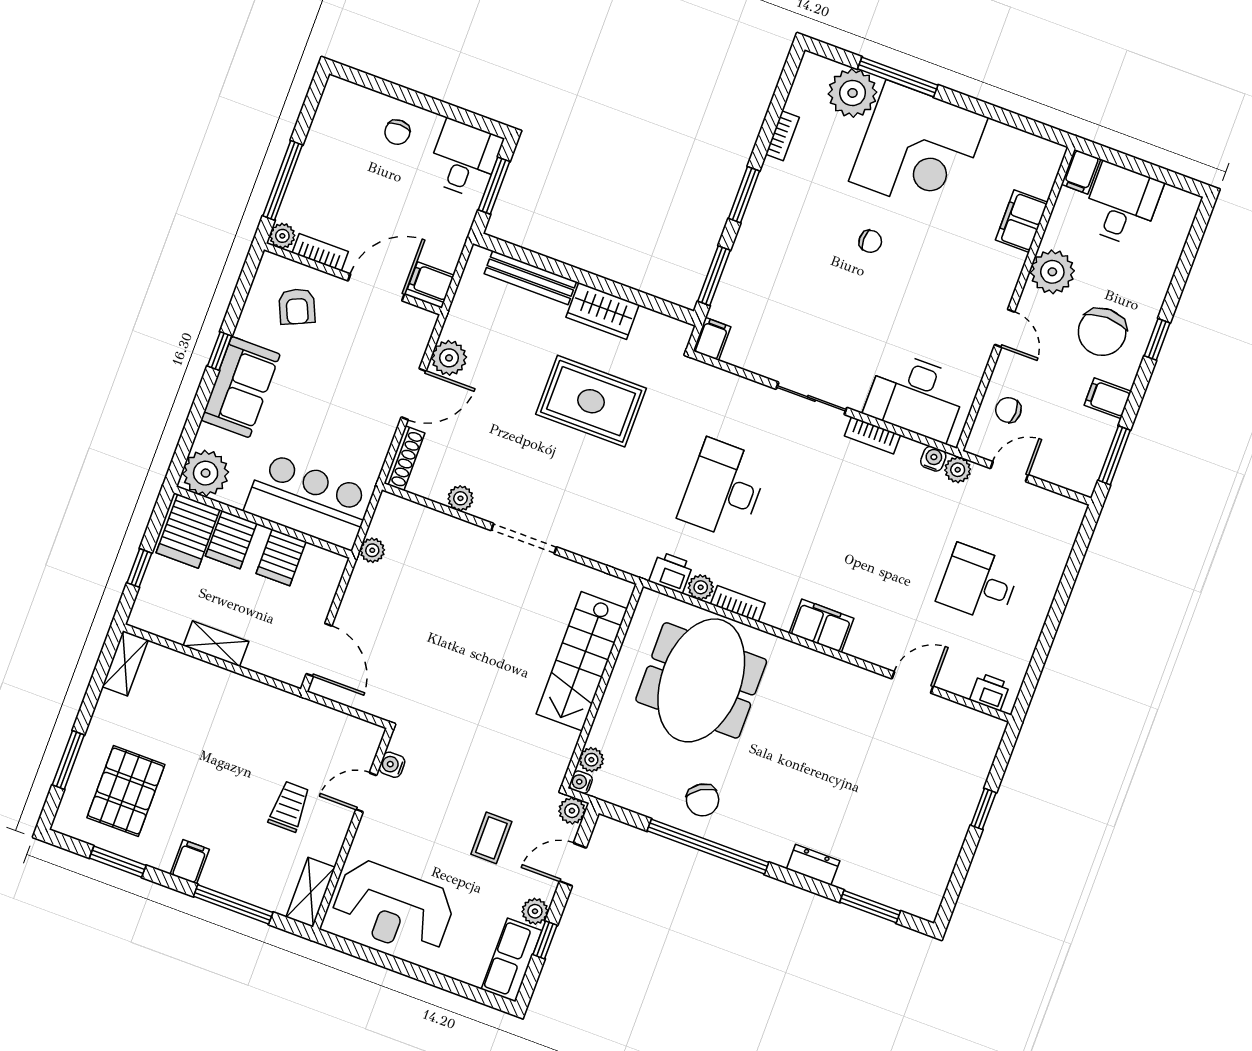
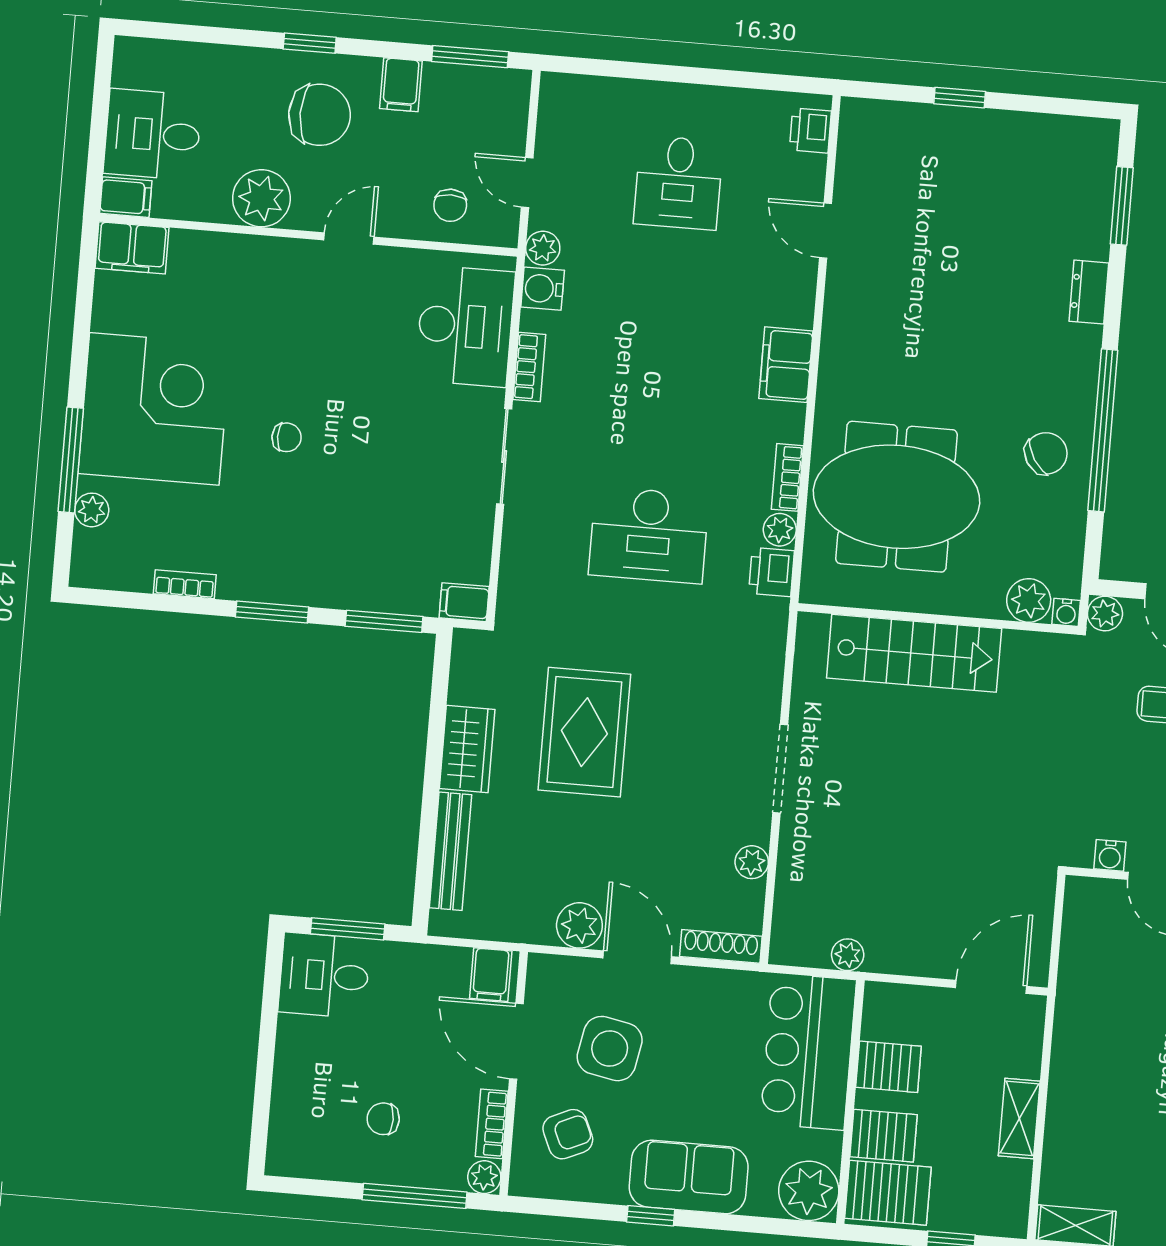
plant: (853, 93) -> (92, 510), width x0.53, depth x0.53
chair: (397, 132) -> (383, 1119), moved, turned 180
filing cabinet: (1022, 221) -> (132, 248), moved
chair: (870, 241) -> (287, 437), turned 90
side table: (352, 355) -> (610, 1049), added
water cooler: (933, 459) -> (543, 289), width x1.38, depth x1.38
plant: (591, 760) -> (1029, 600), width x1.38, depth x1.38

